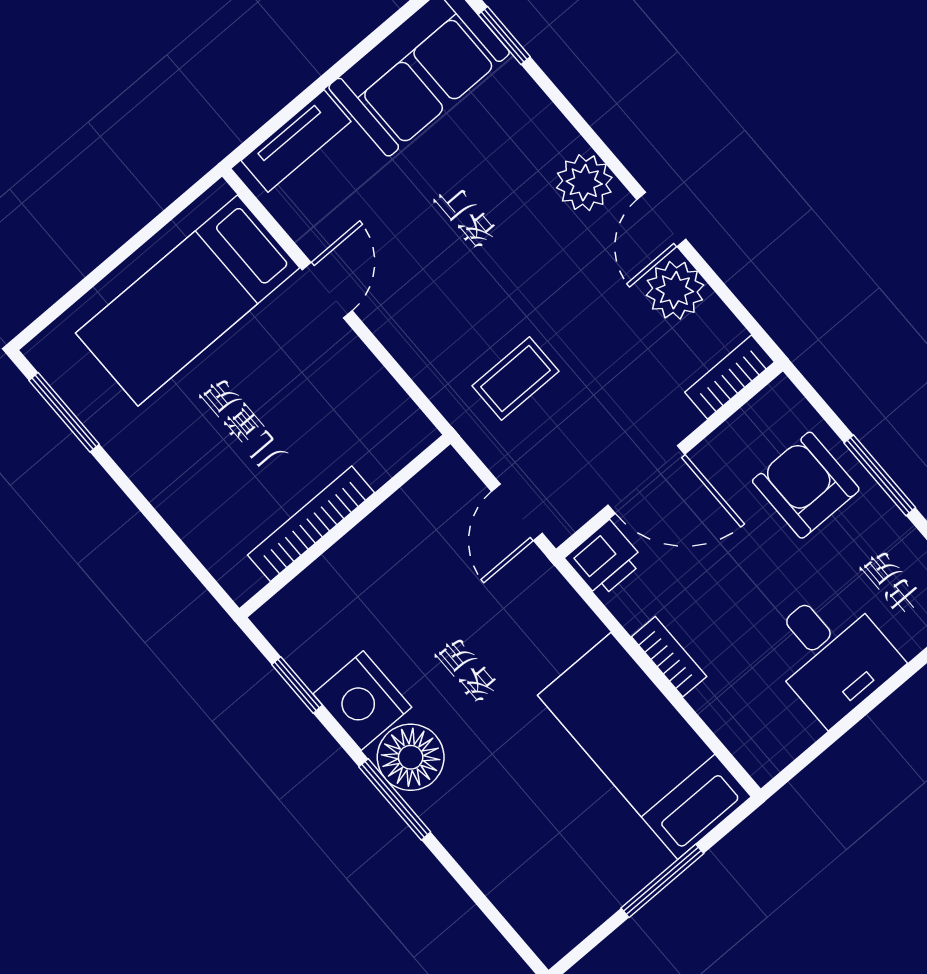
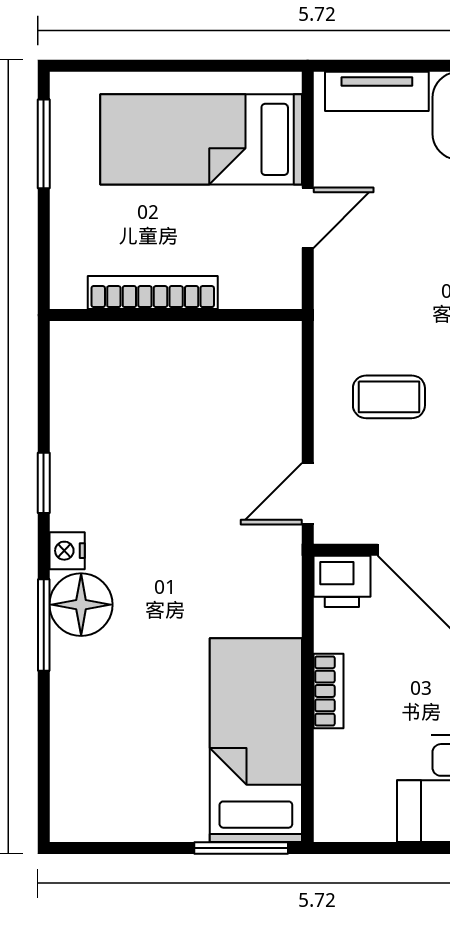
bookcase: (311, 524) -> (153, 293), moved
wall: (345, 526) -> (176, 315), moved
nightstand: (362, 700) -> (67, 551), width x0.53, depth x0.56
window: (662, 881) -> (241, 848), moved

